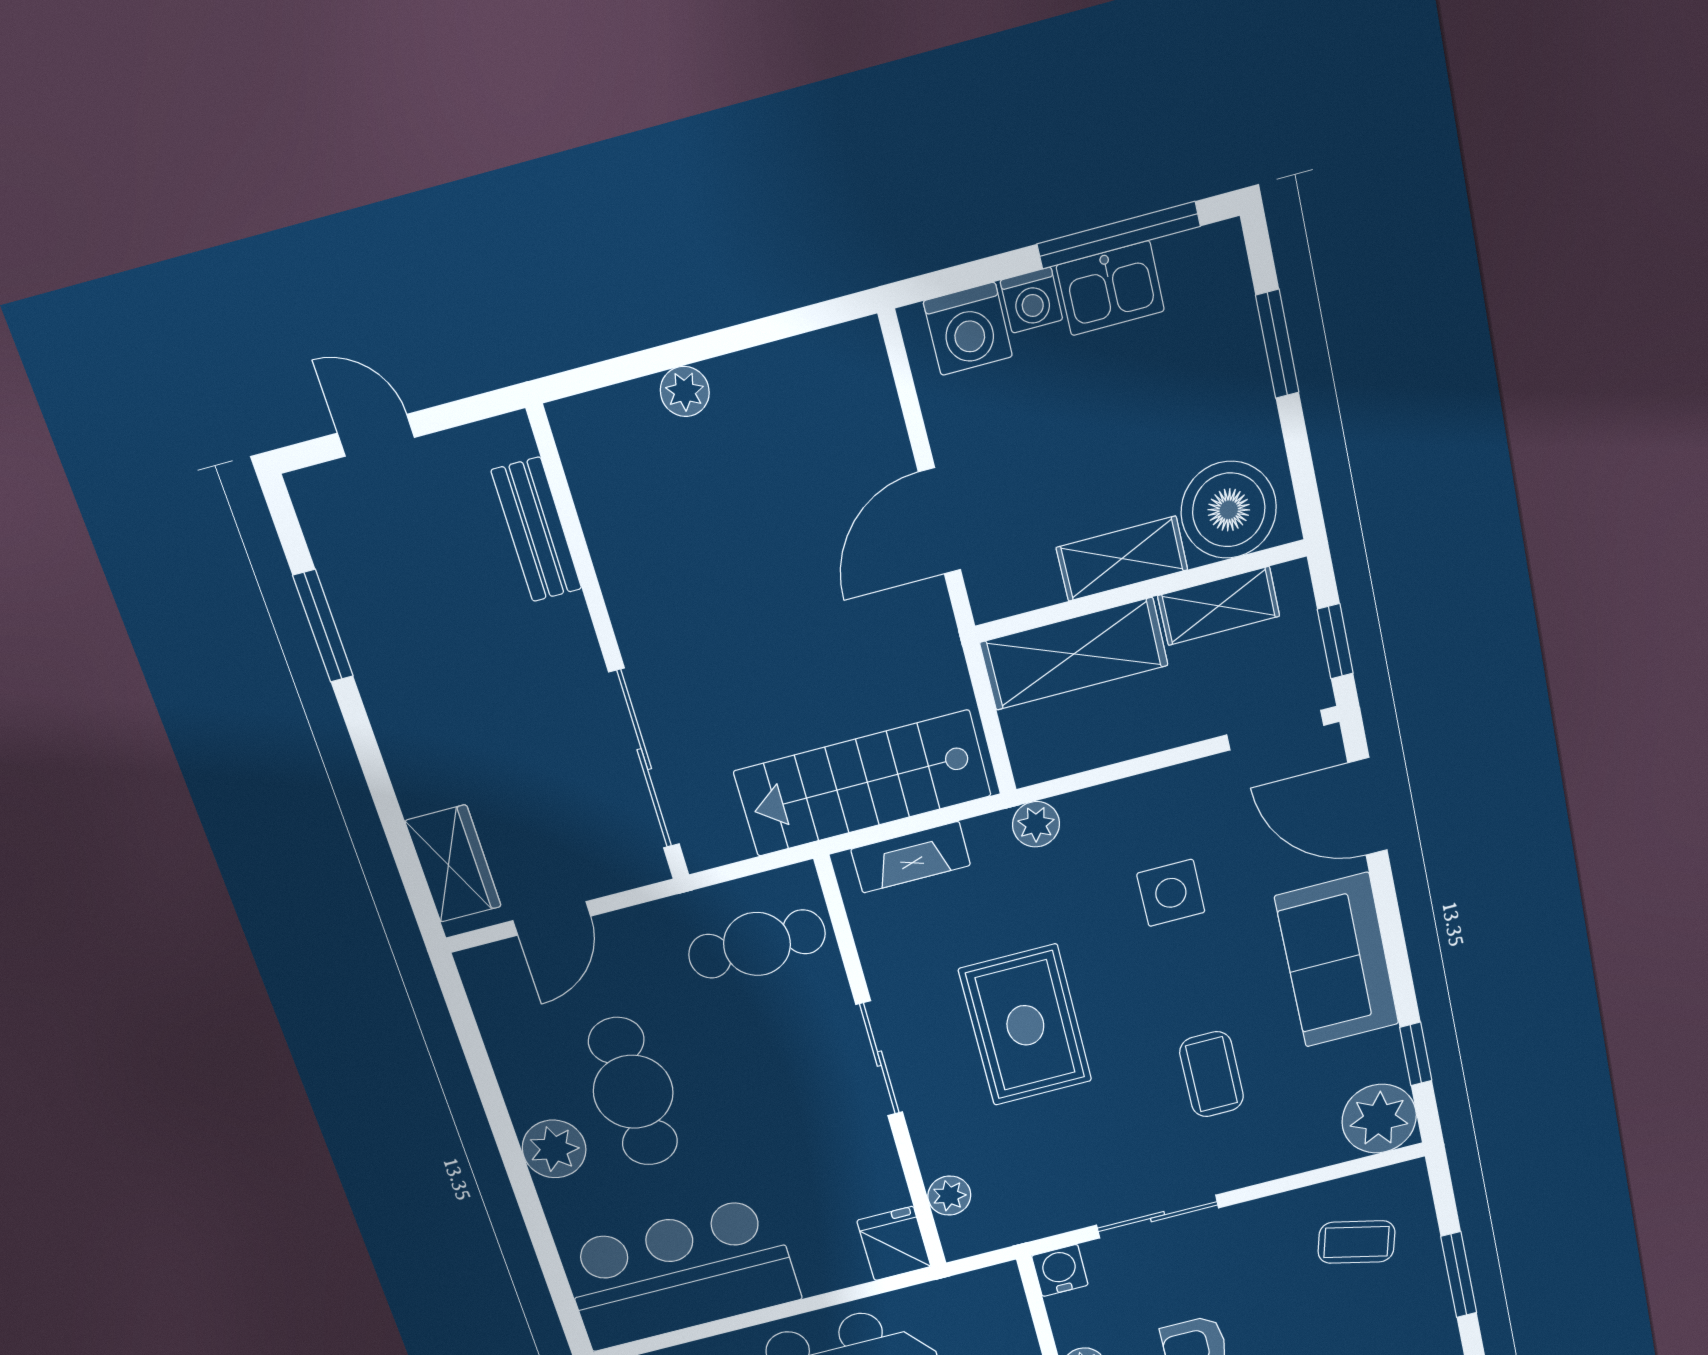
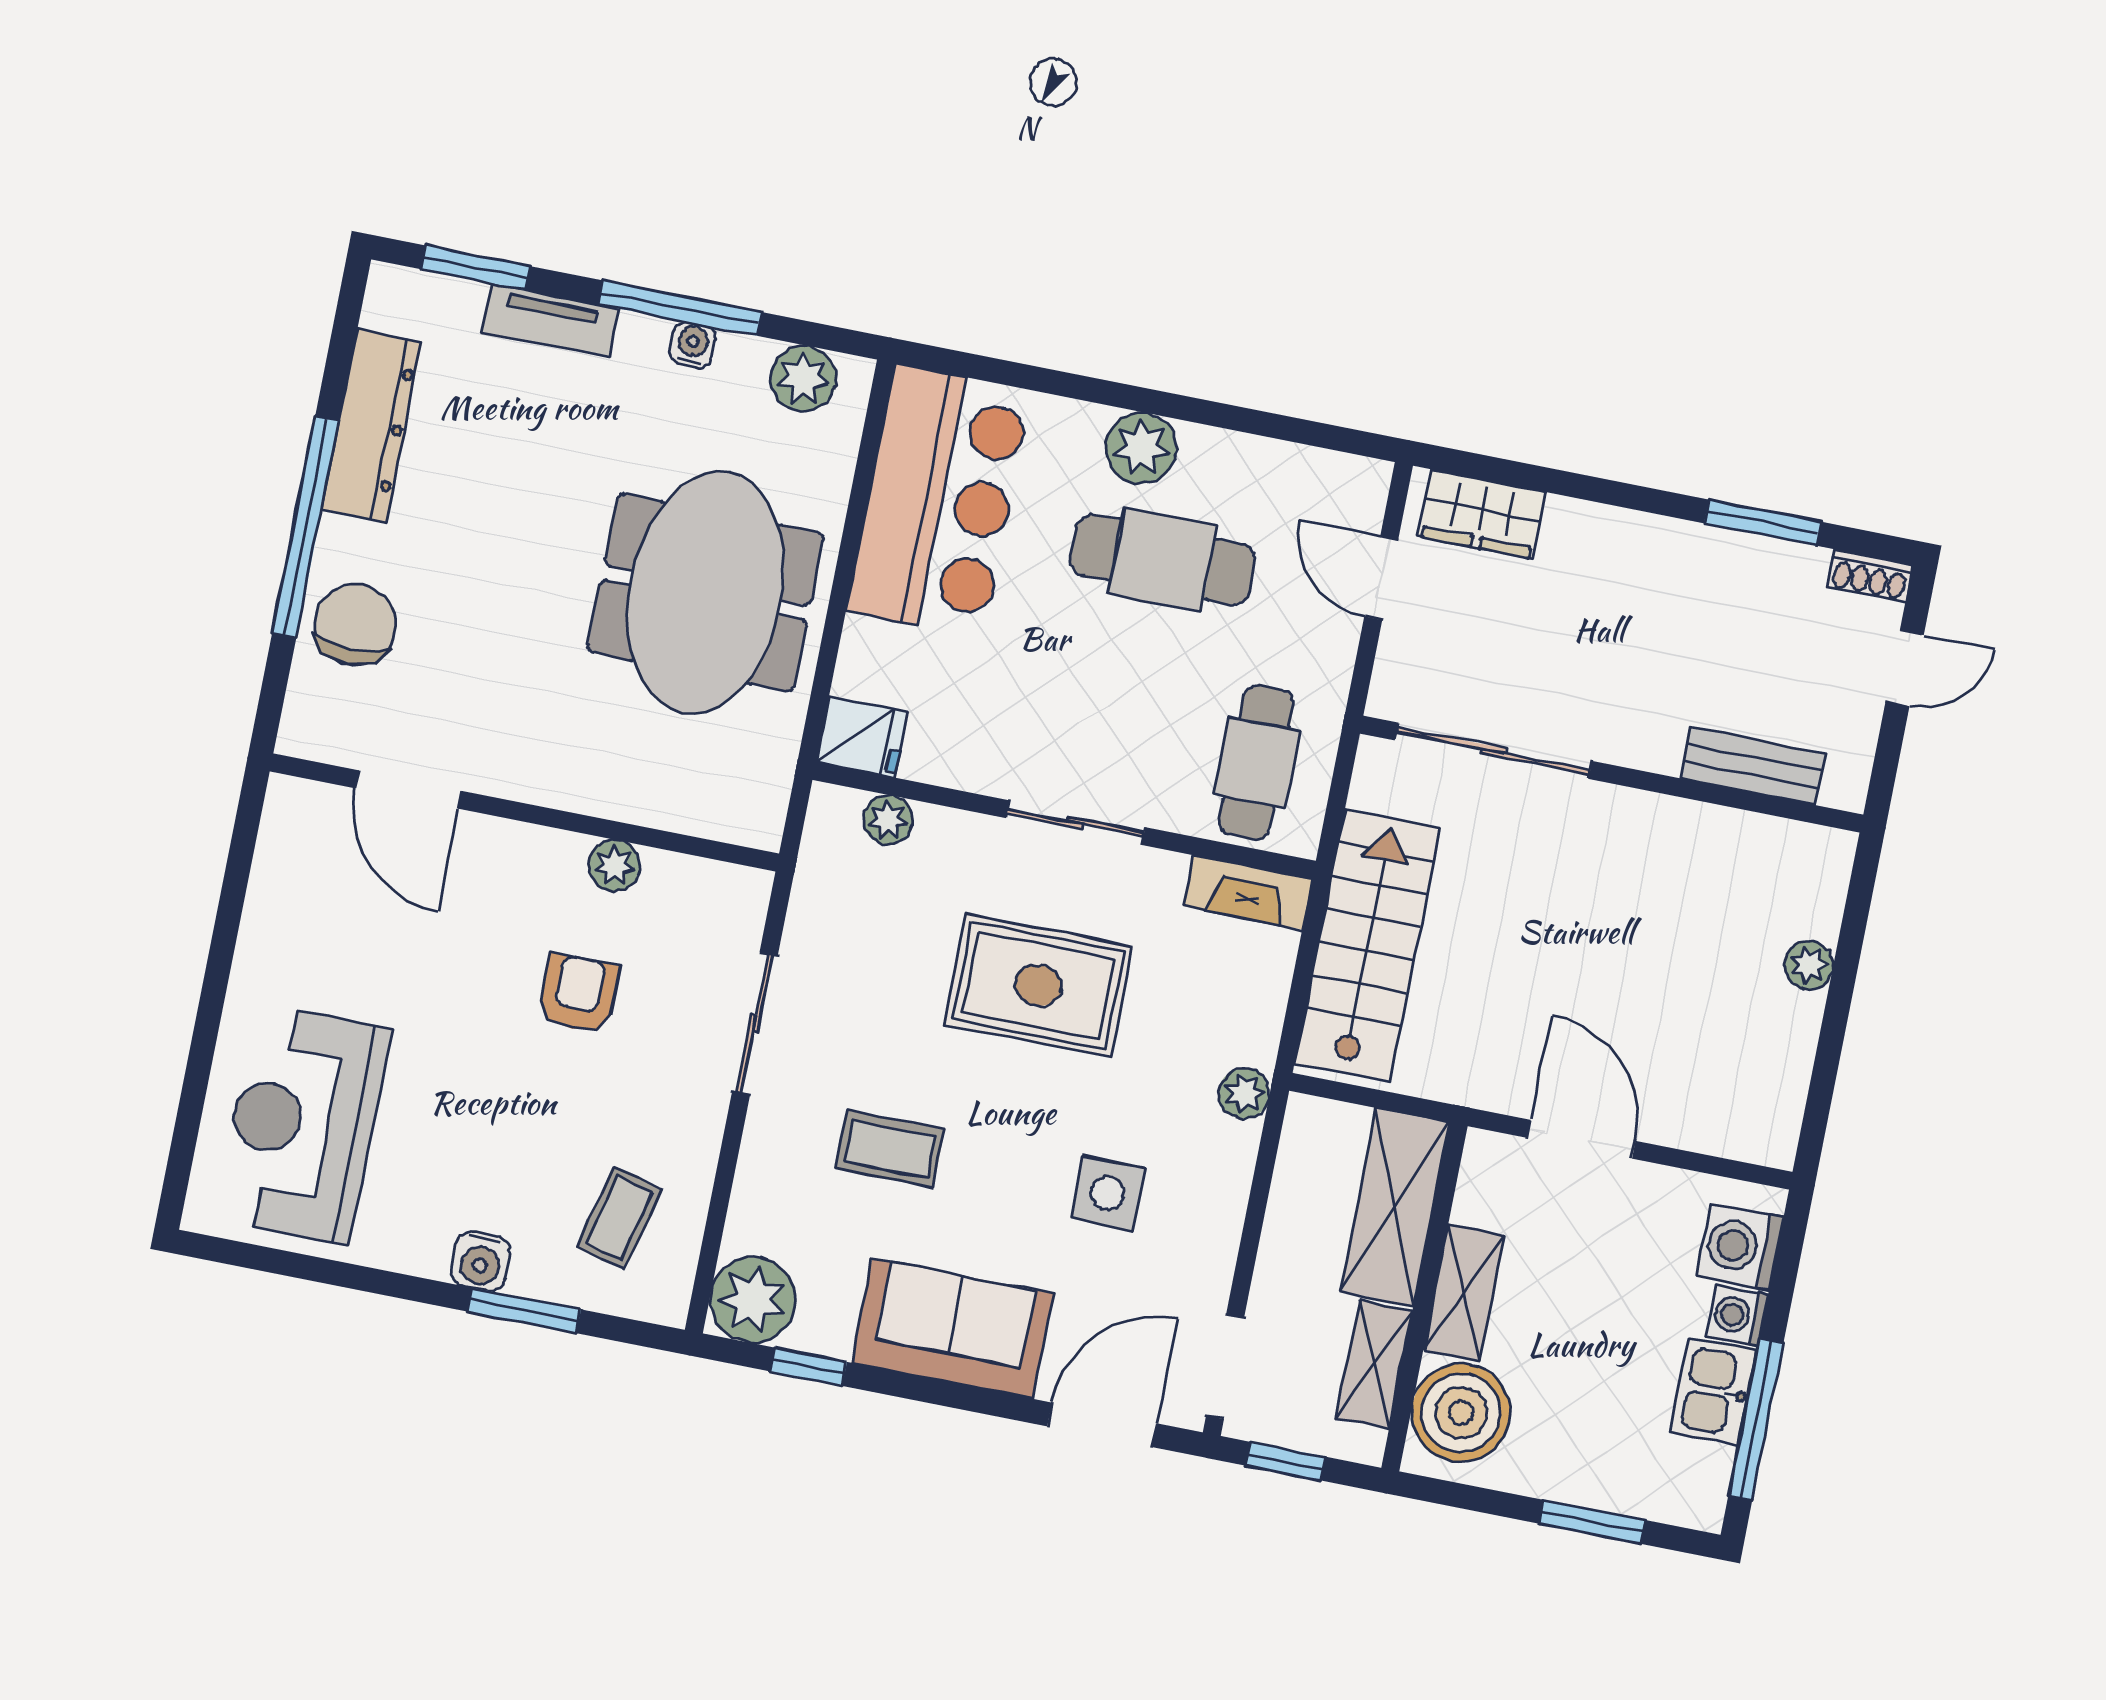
shoe rack: (314, 508) -> (1870, 576), added
fireplace: (911, 857) -> (1248, 892), moved, turned -90
water cooler: (1060, 1270) -> (481, 1261), moved, turned 90

